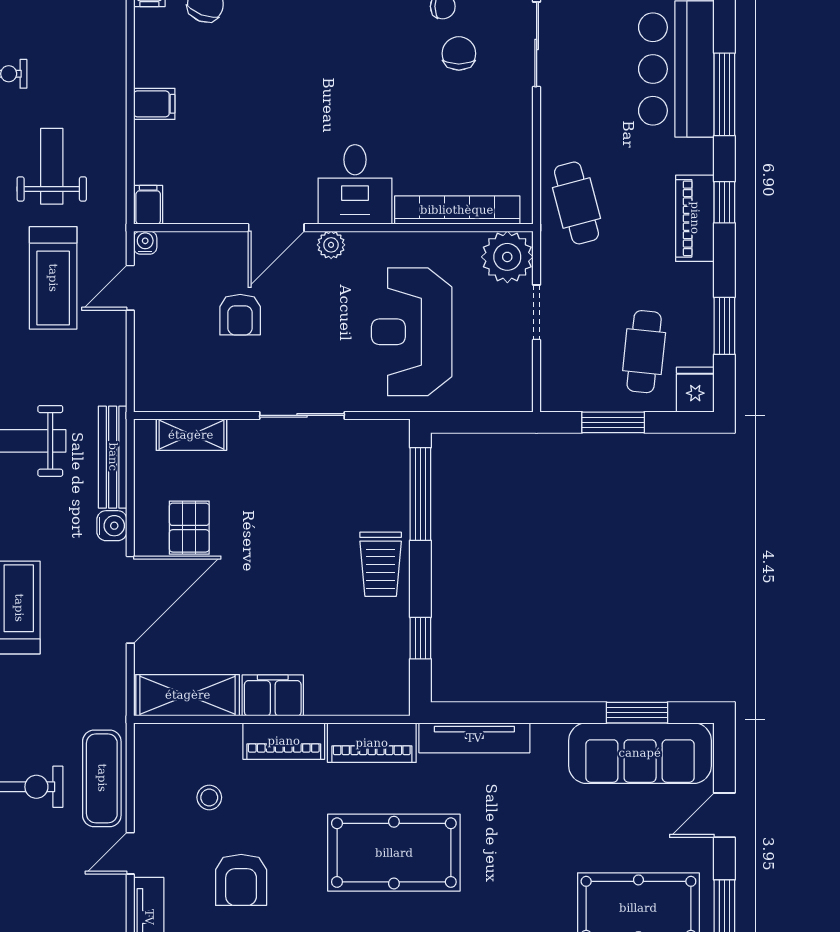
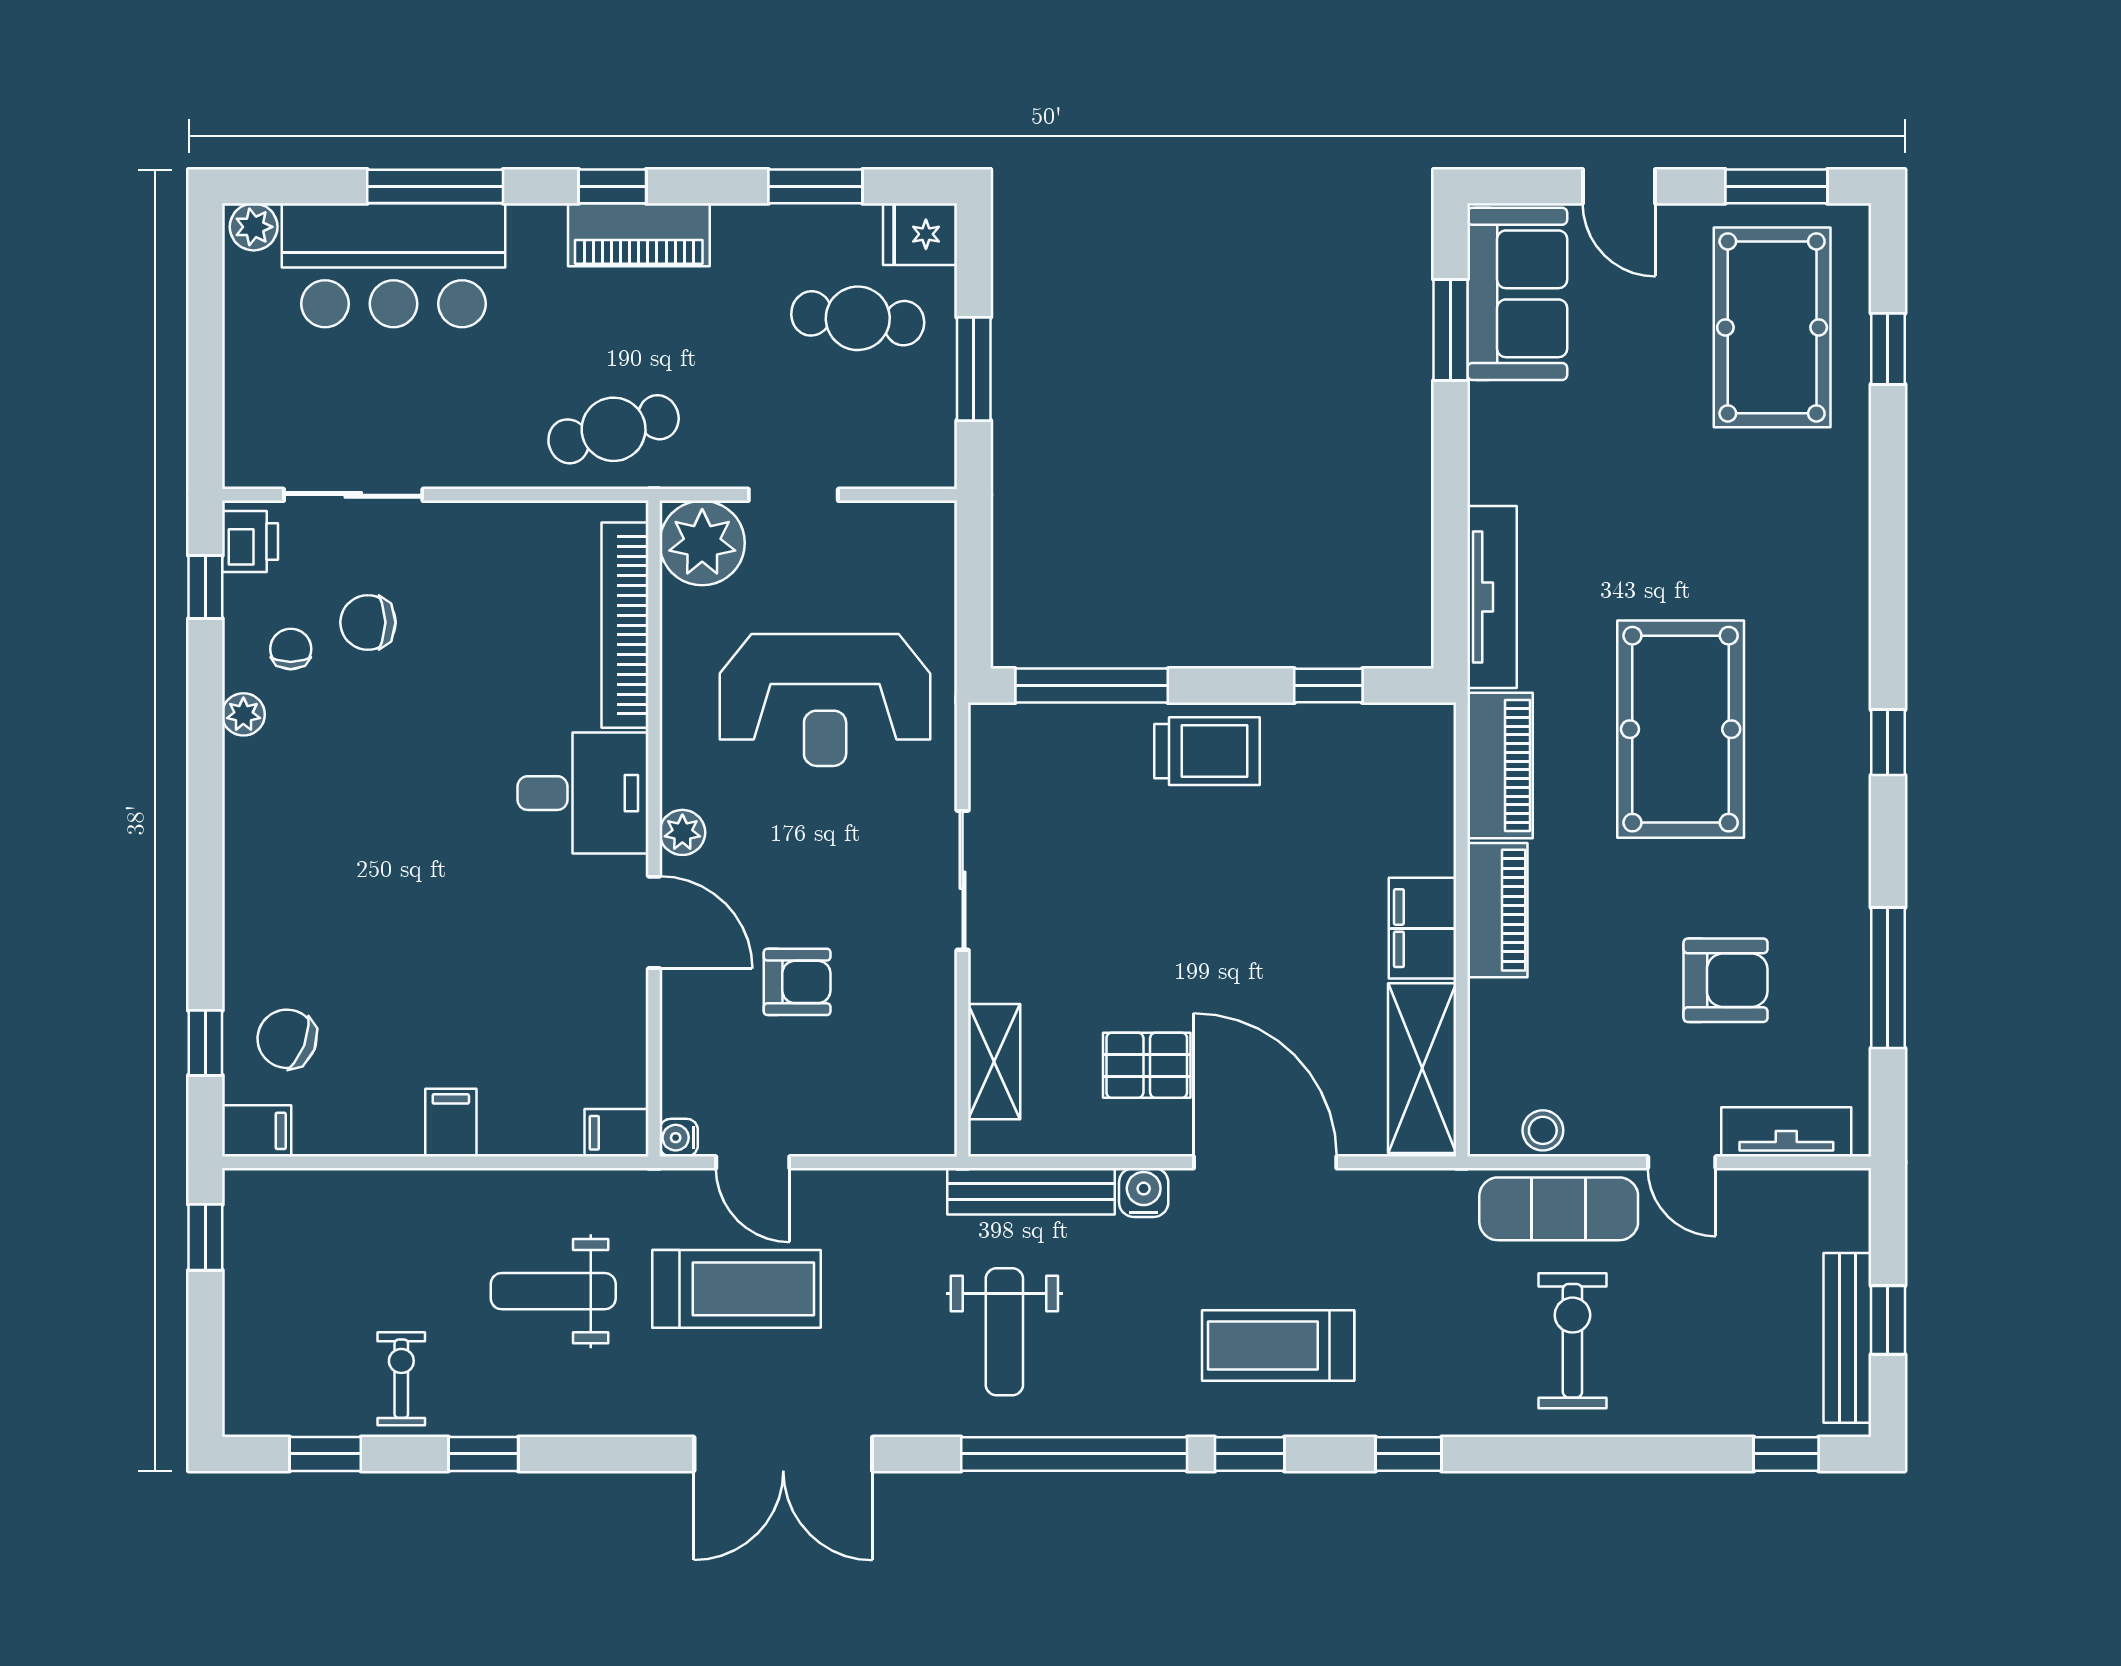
sofa: (640, 753) -> (1517, 294), width x0.73
stool: (209, 797) -> (1543, 1130), moved

